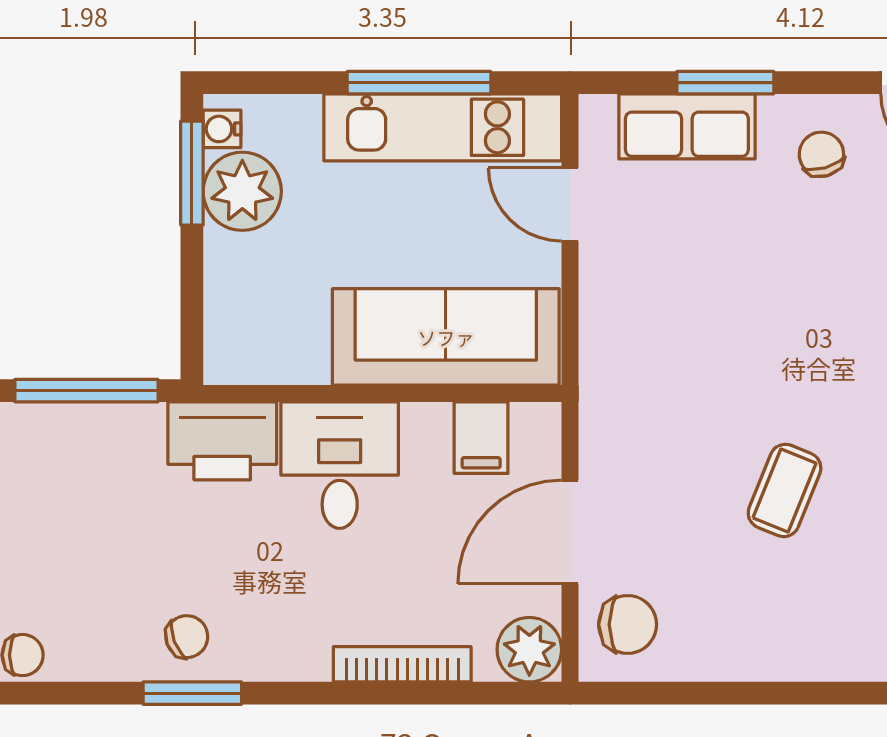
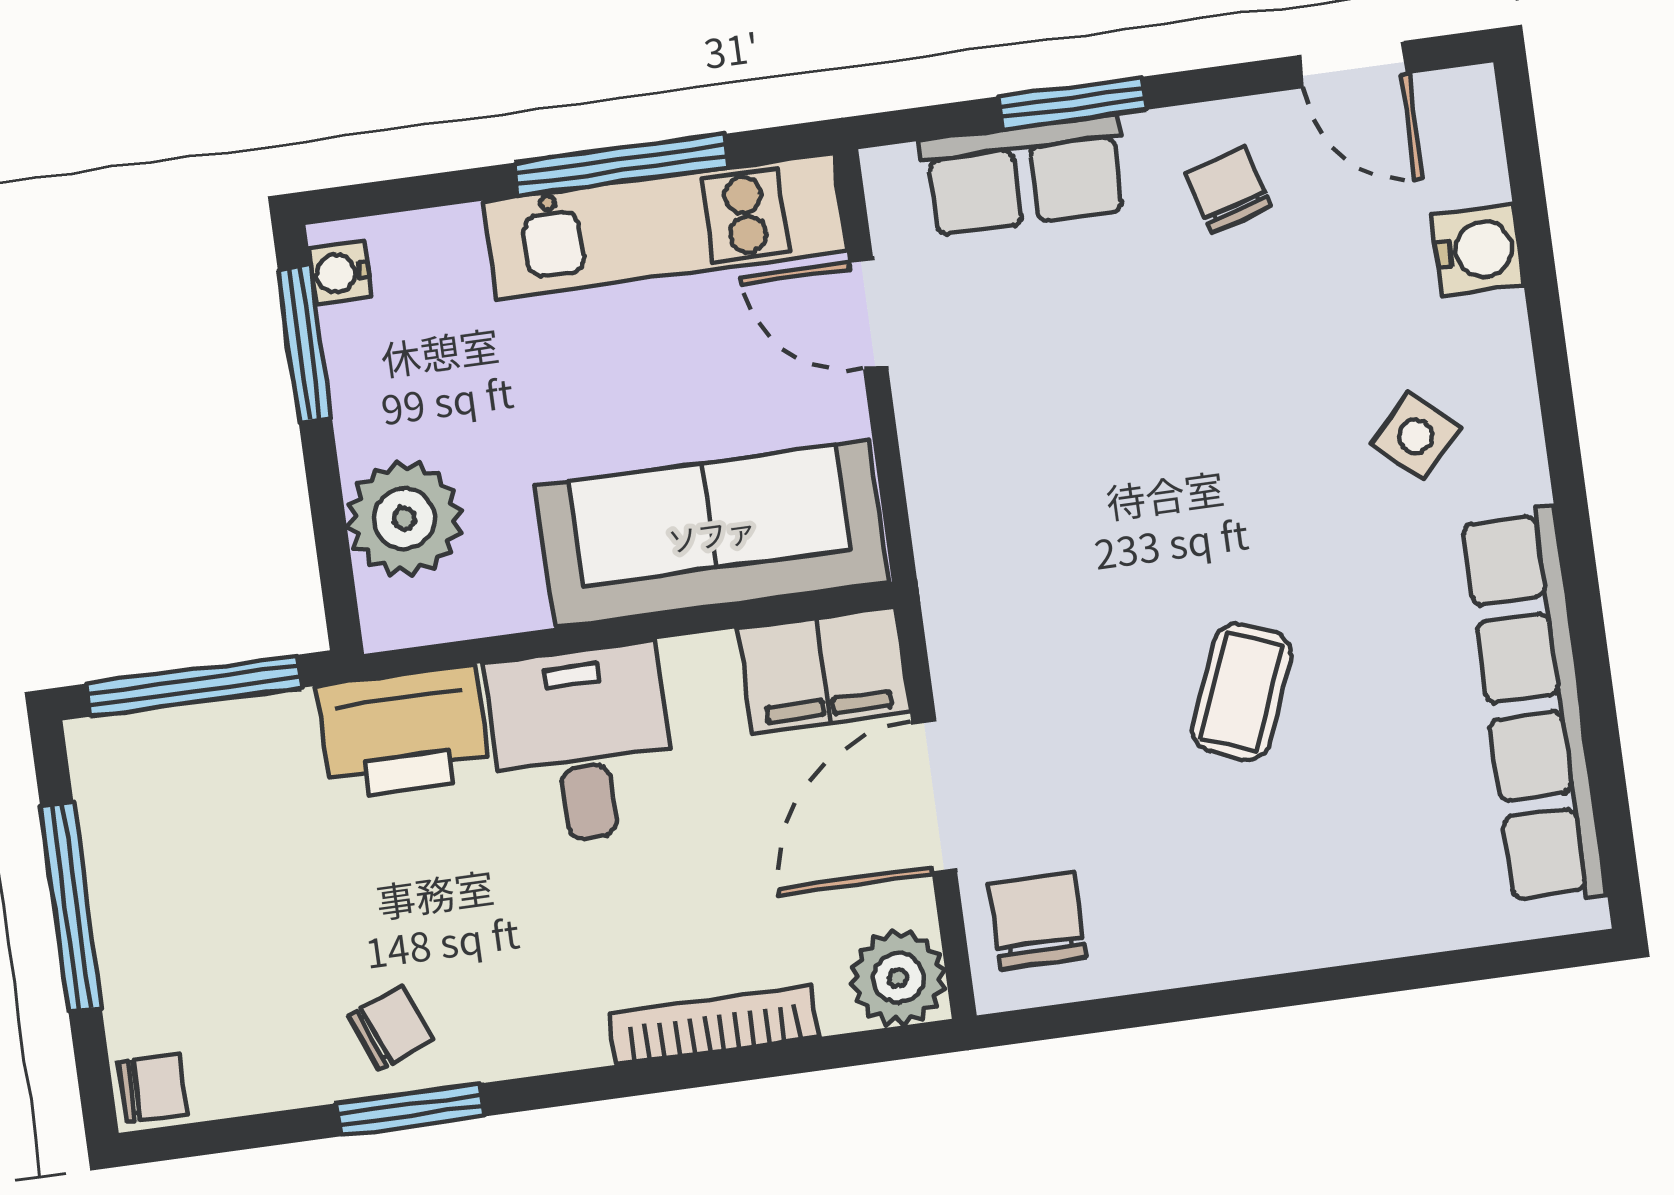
plant: (242, 191) -> (404, 519), moved
filing cabinet: (481, 438) -> (824, 670), width x2.00
chair: (628, 624) -> (1038, 921), turned -90

